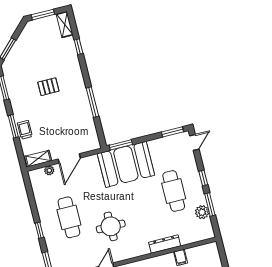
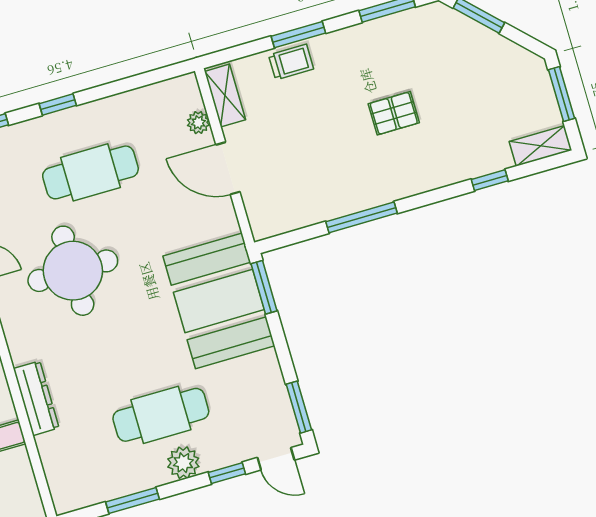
pallet: (48, 87) -> (394, 113), turned 90
window: (203, 178) -> (227, 473), moved
plant: (202, 212) -> (183, 463), moved
round table: (111, 226) -> (73, 271), width x1.36, depth x1.36

